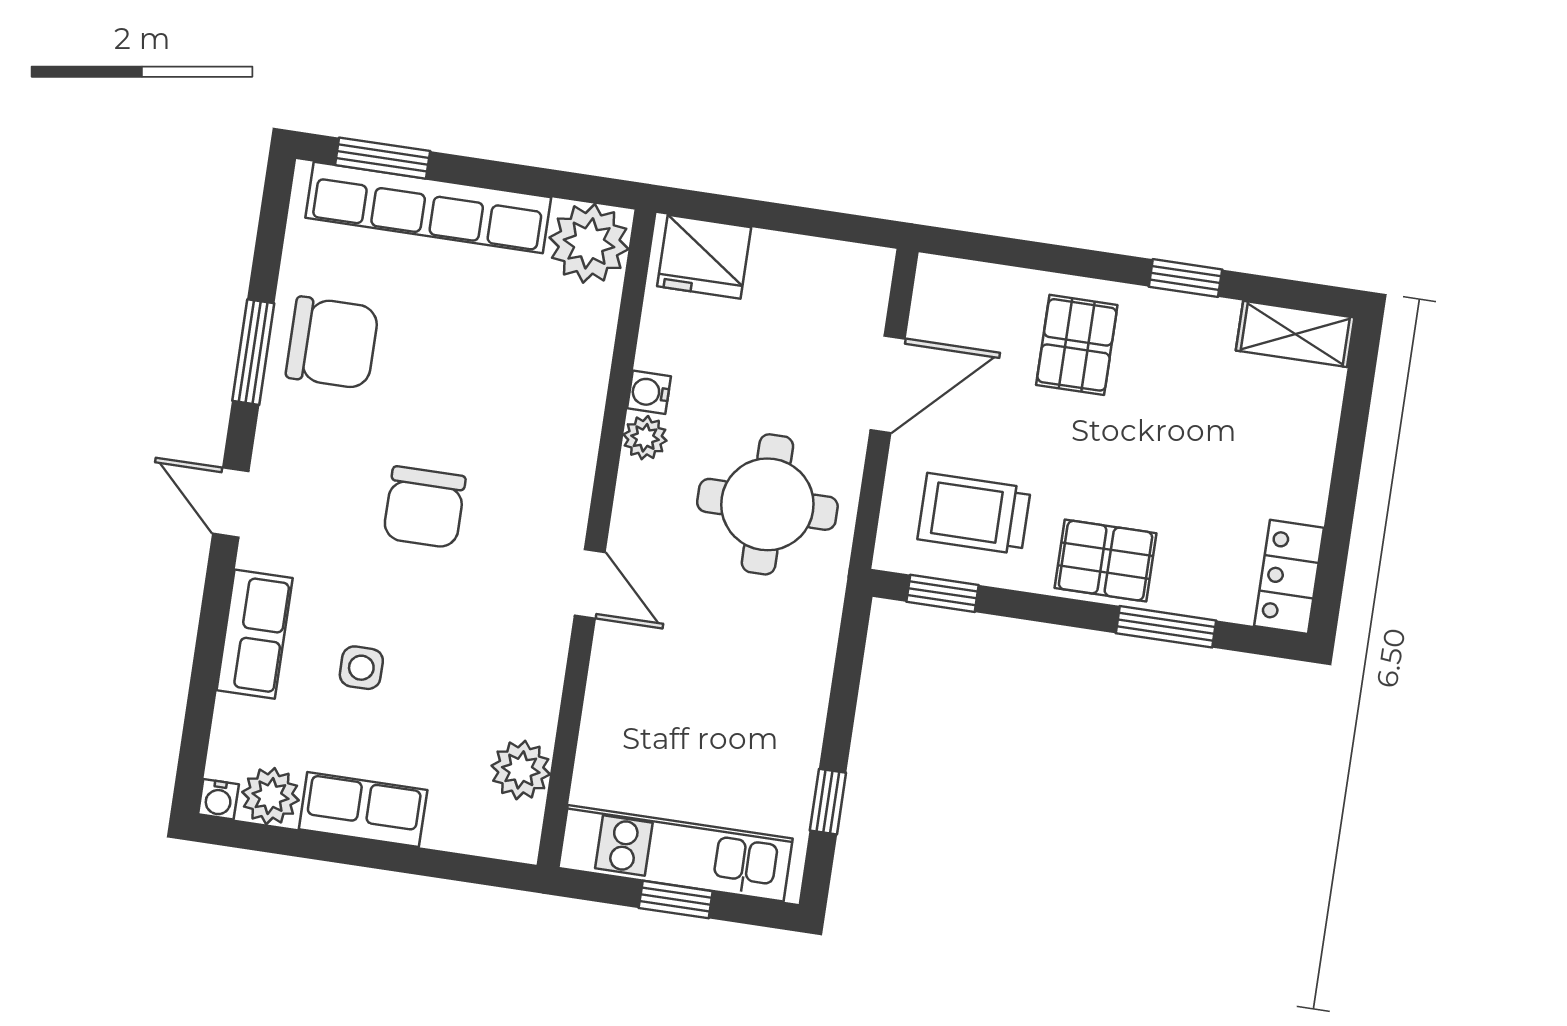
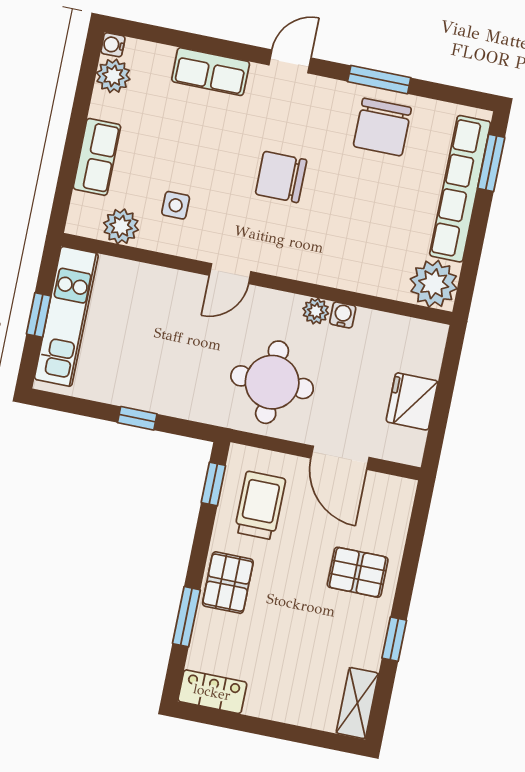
fridge: (704, 257) -> (412, 401), moved
side table: (361, 668) -> (176, 205), moved
window: (828, 802) -> (137, 418), moved
row of seats: (363, 810) -> (97, 157), moved

